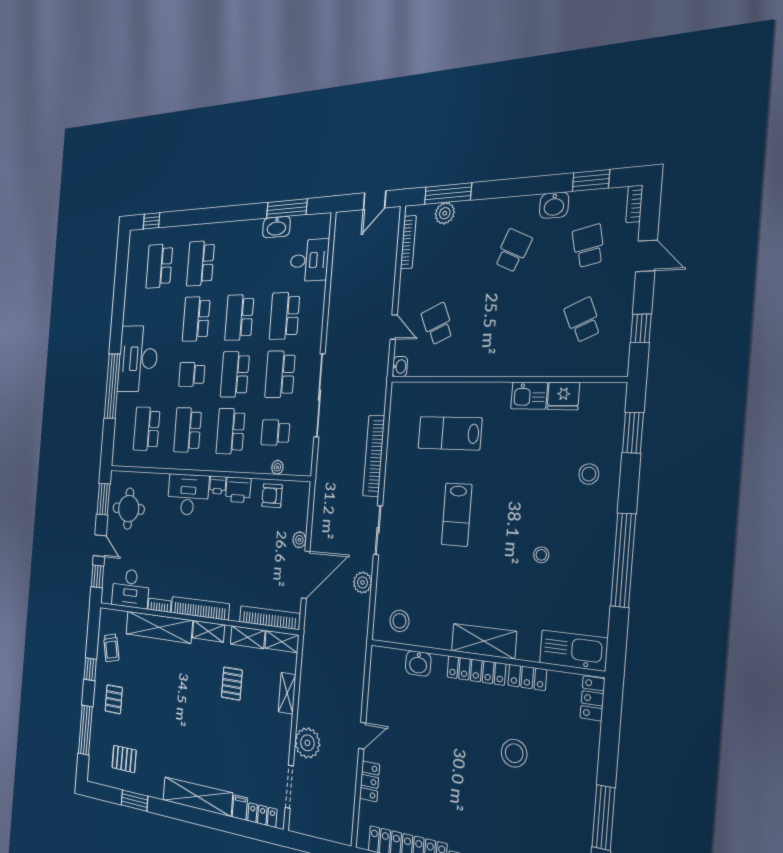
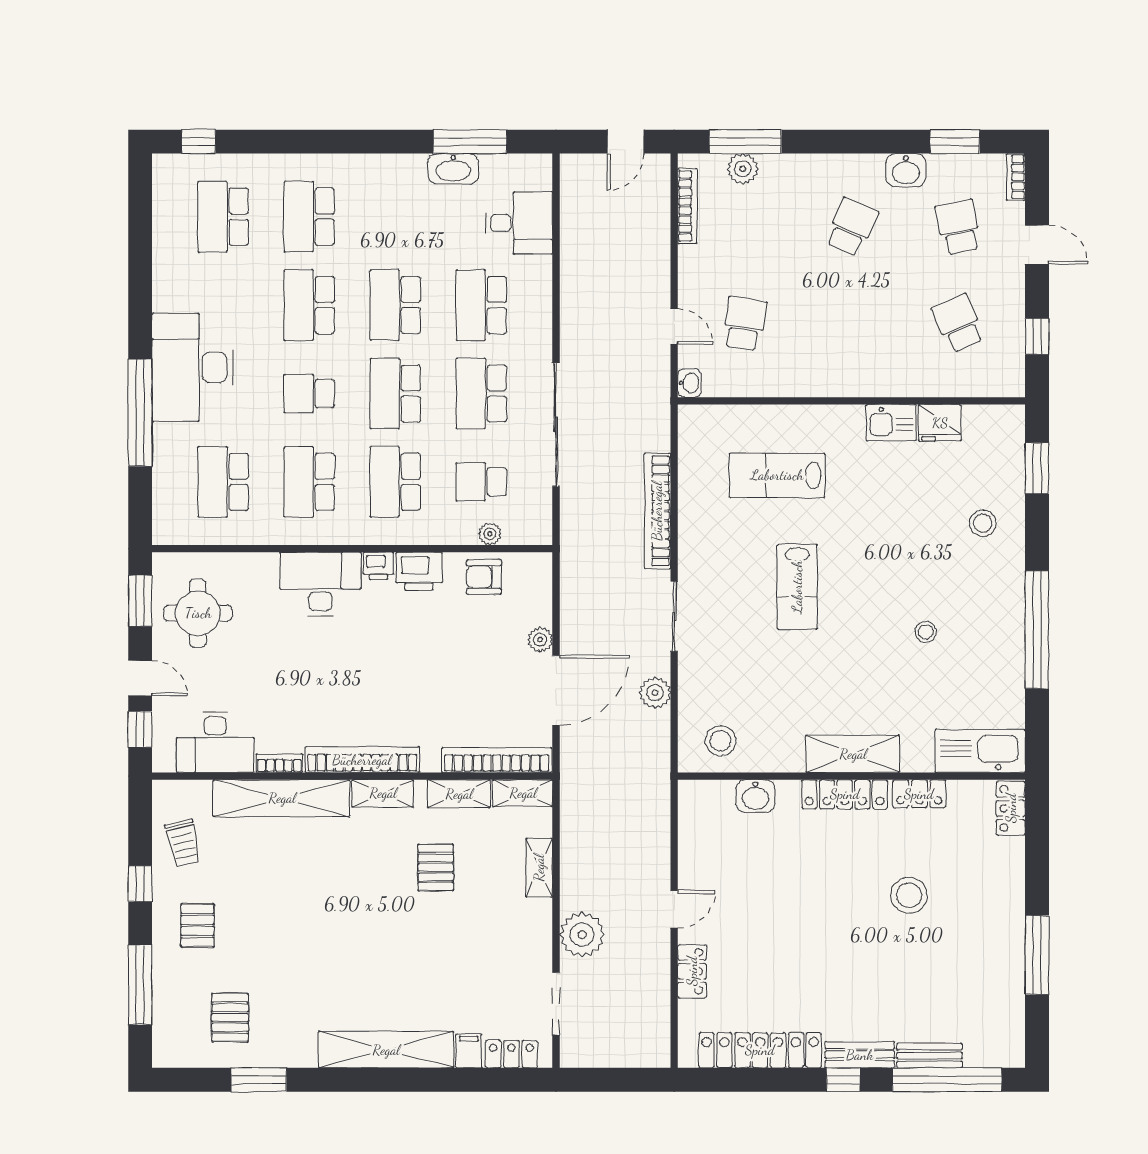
school desk: (437, 324) -> (744, 324), turned 33
pallet: (124, 759) -> (230, 1018), turned 90

